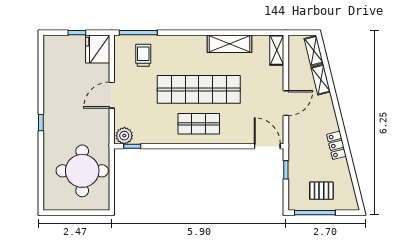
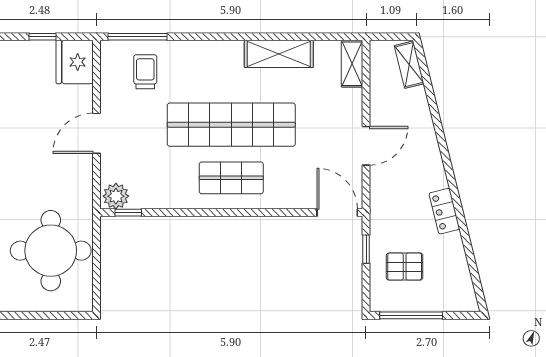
shelving: (321, 80) -> (420, 109), removed
pallet: (321, 191) -> (405, 267), moved

